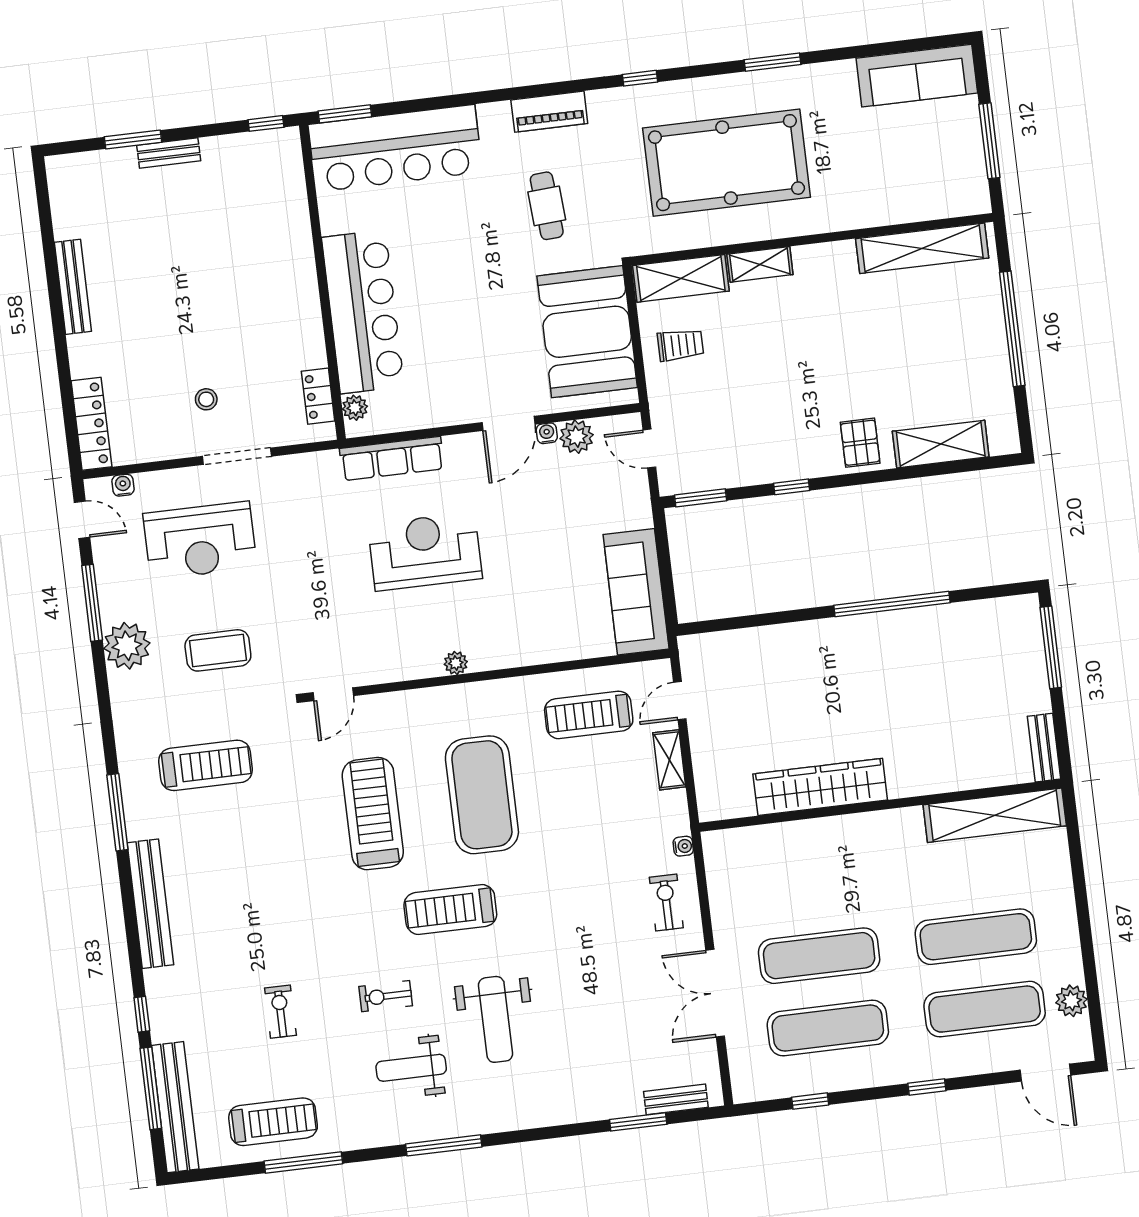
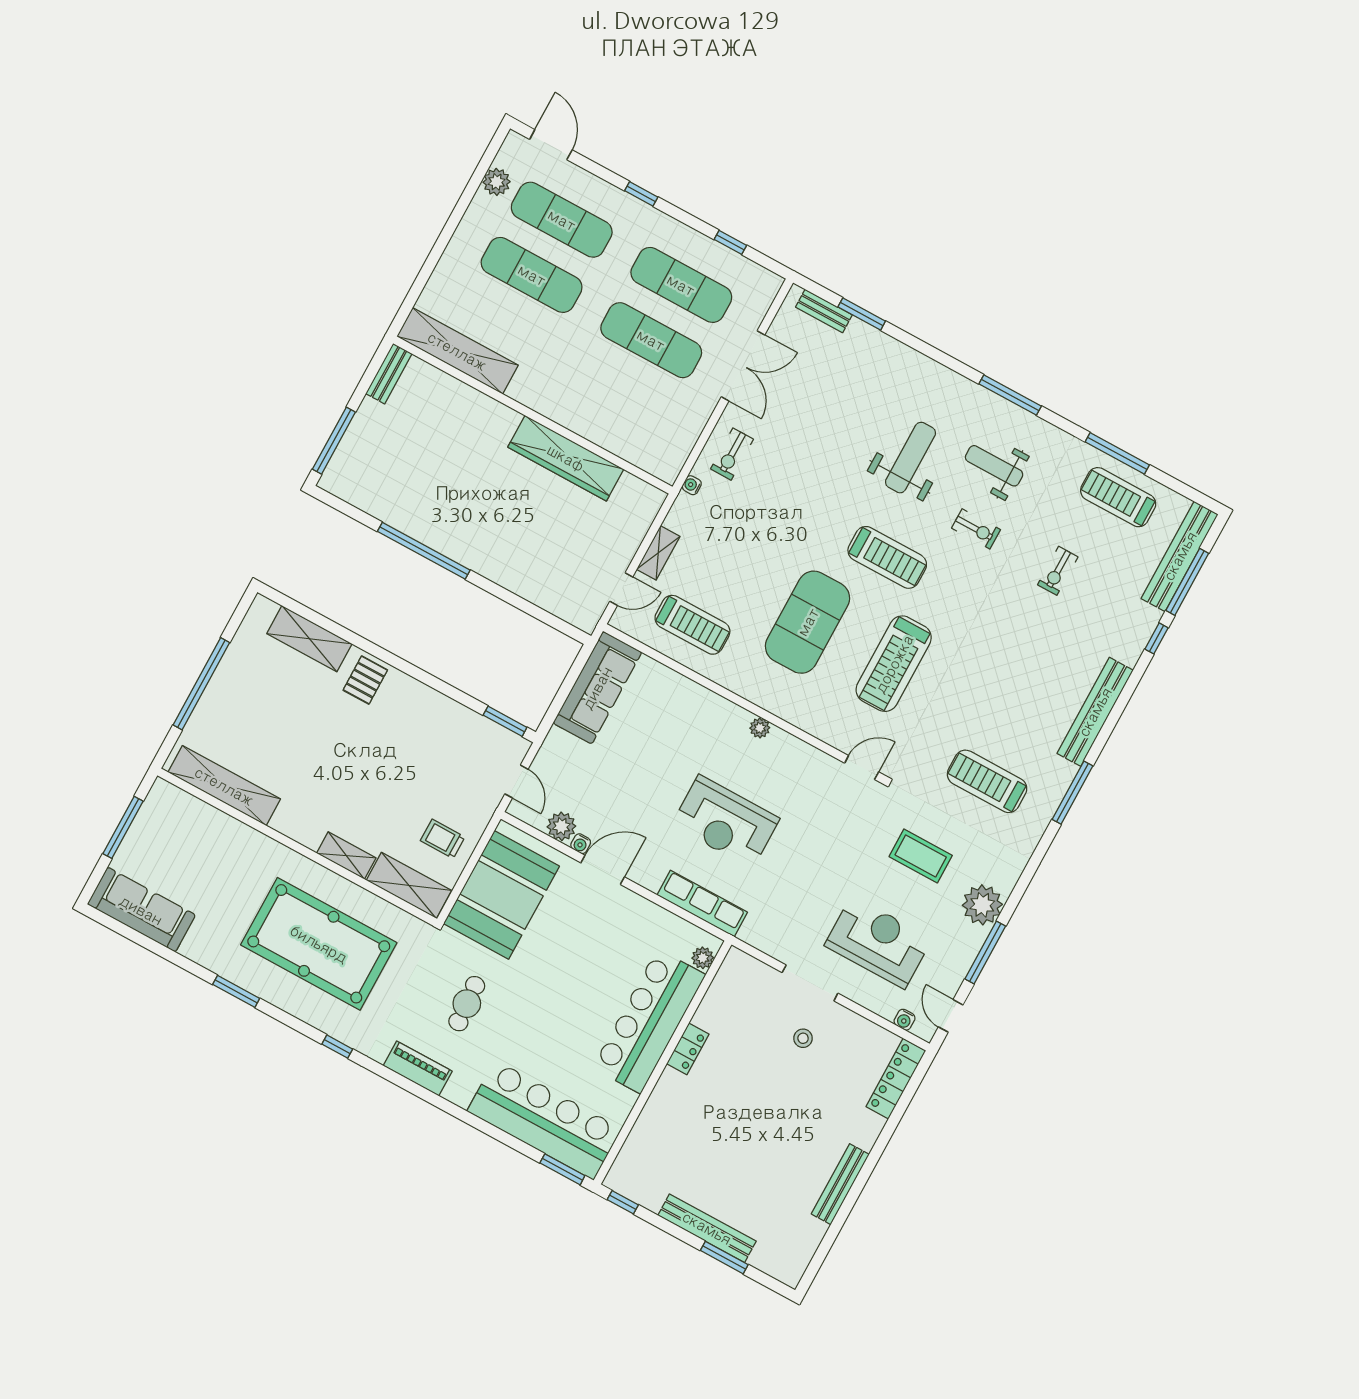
bench: (169, 153) -> (707, 1228), width x1.86, depth x1.21
locker: (318, 396) -> (688, 1049), moved
window: (792, 487) -> (436, 683), removed
weight bench: (411, 1068) -> (994, 466), turned 180

